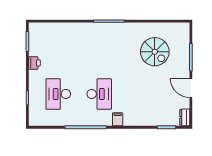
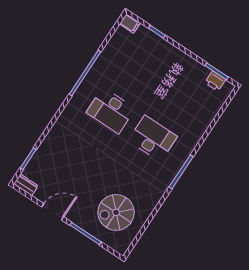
spiral stairs: (155, 52) -> (116, 212), moved
printer: (34, 63) -> (215, 81), moved
desk: (58, 94) -> (153, 138), moved
filing cabinet: (118, 119) -> (130, 23), moved

